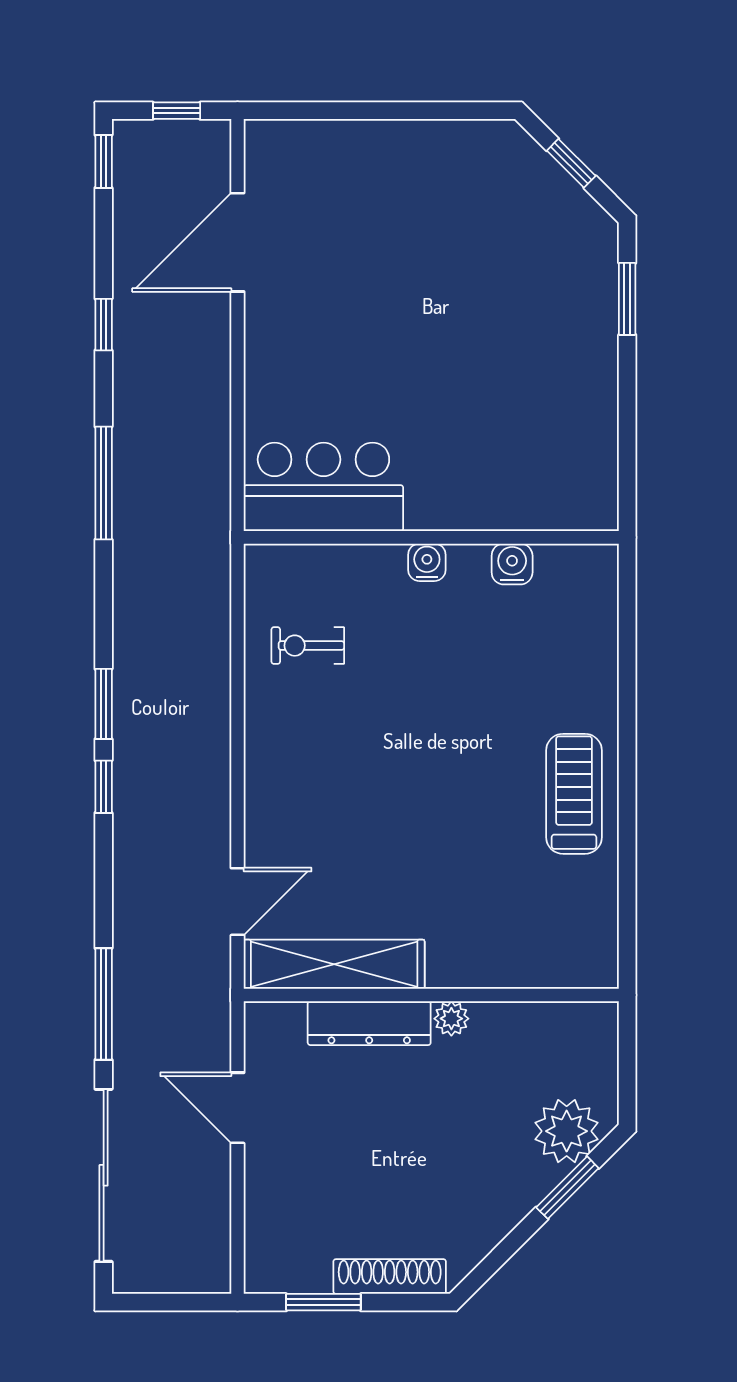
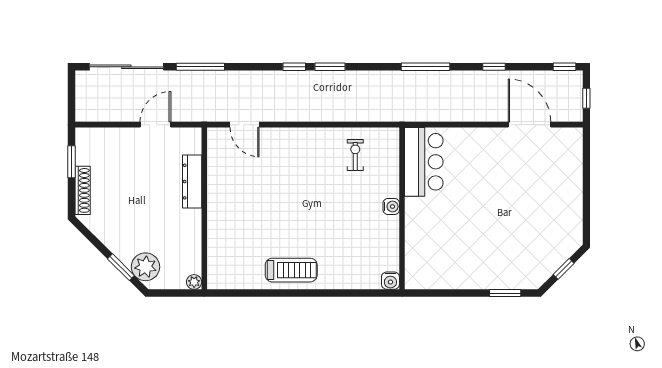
water cooler: (512, 564) -> (390, 281), moved, turned 90
shelving: (334, 964) -> (218, 166), removed
plant: (451, 1019) -> (194, 282), moved

